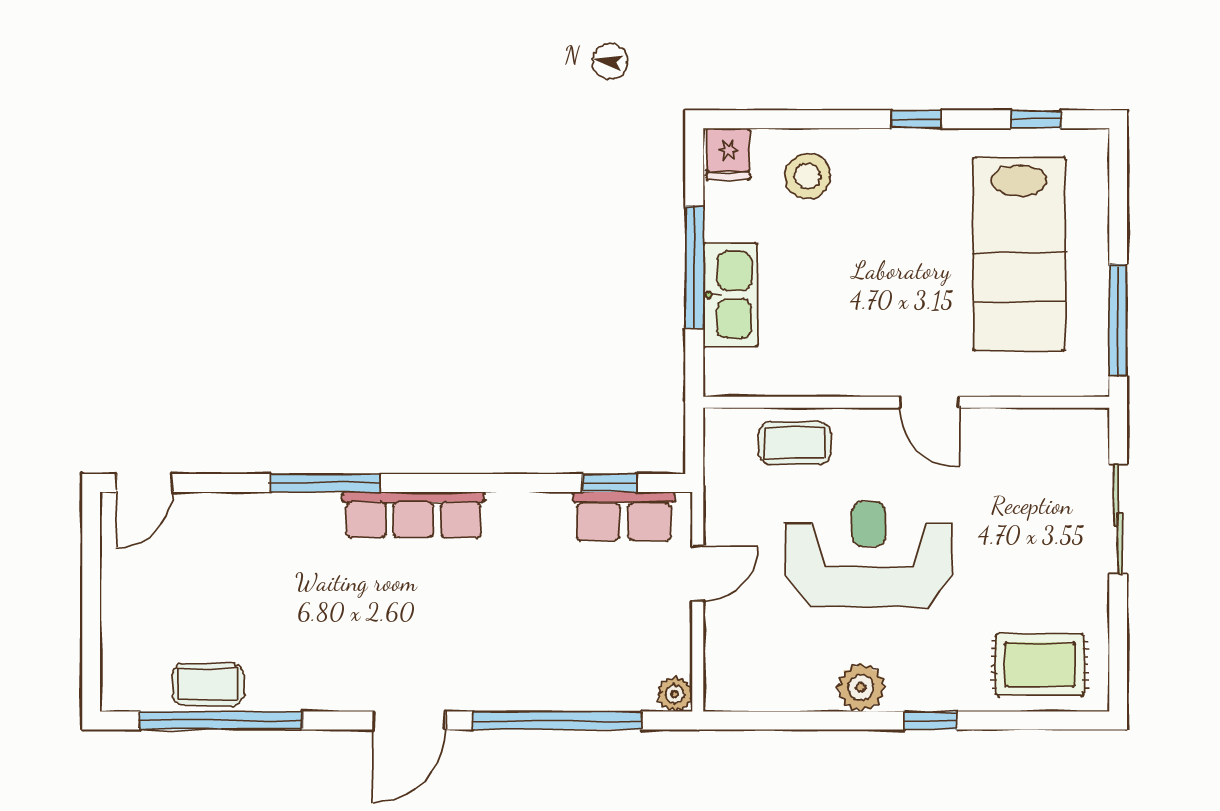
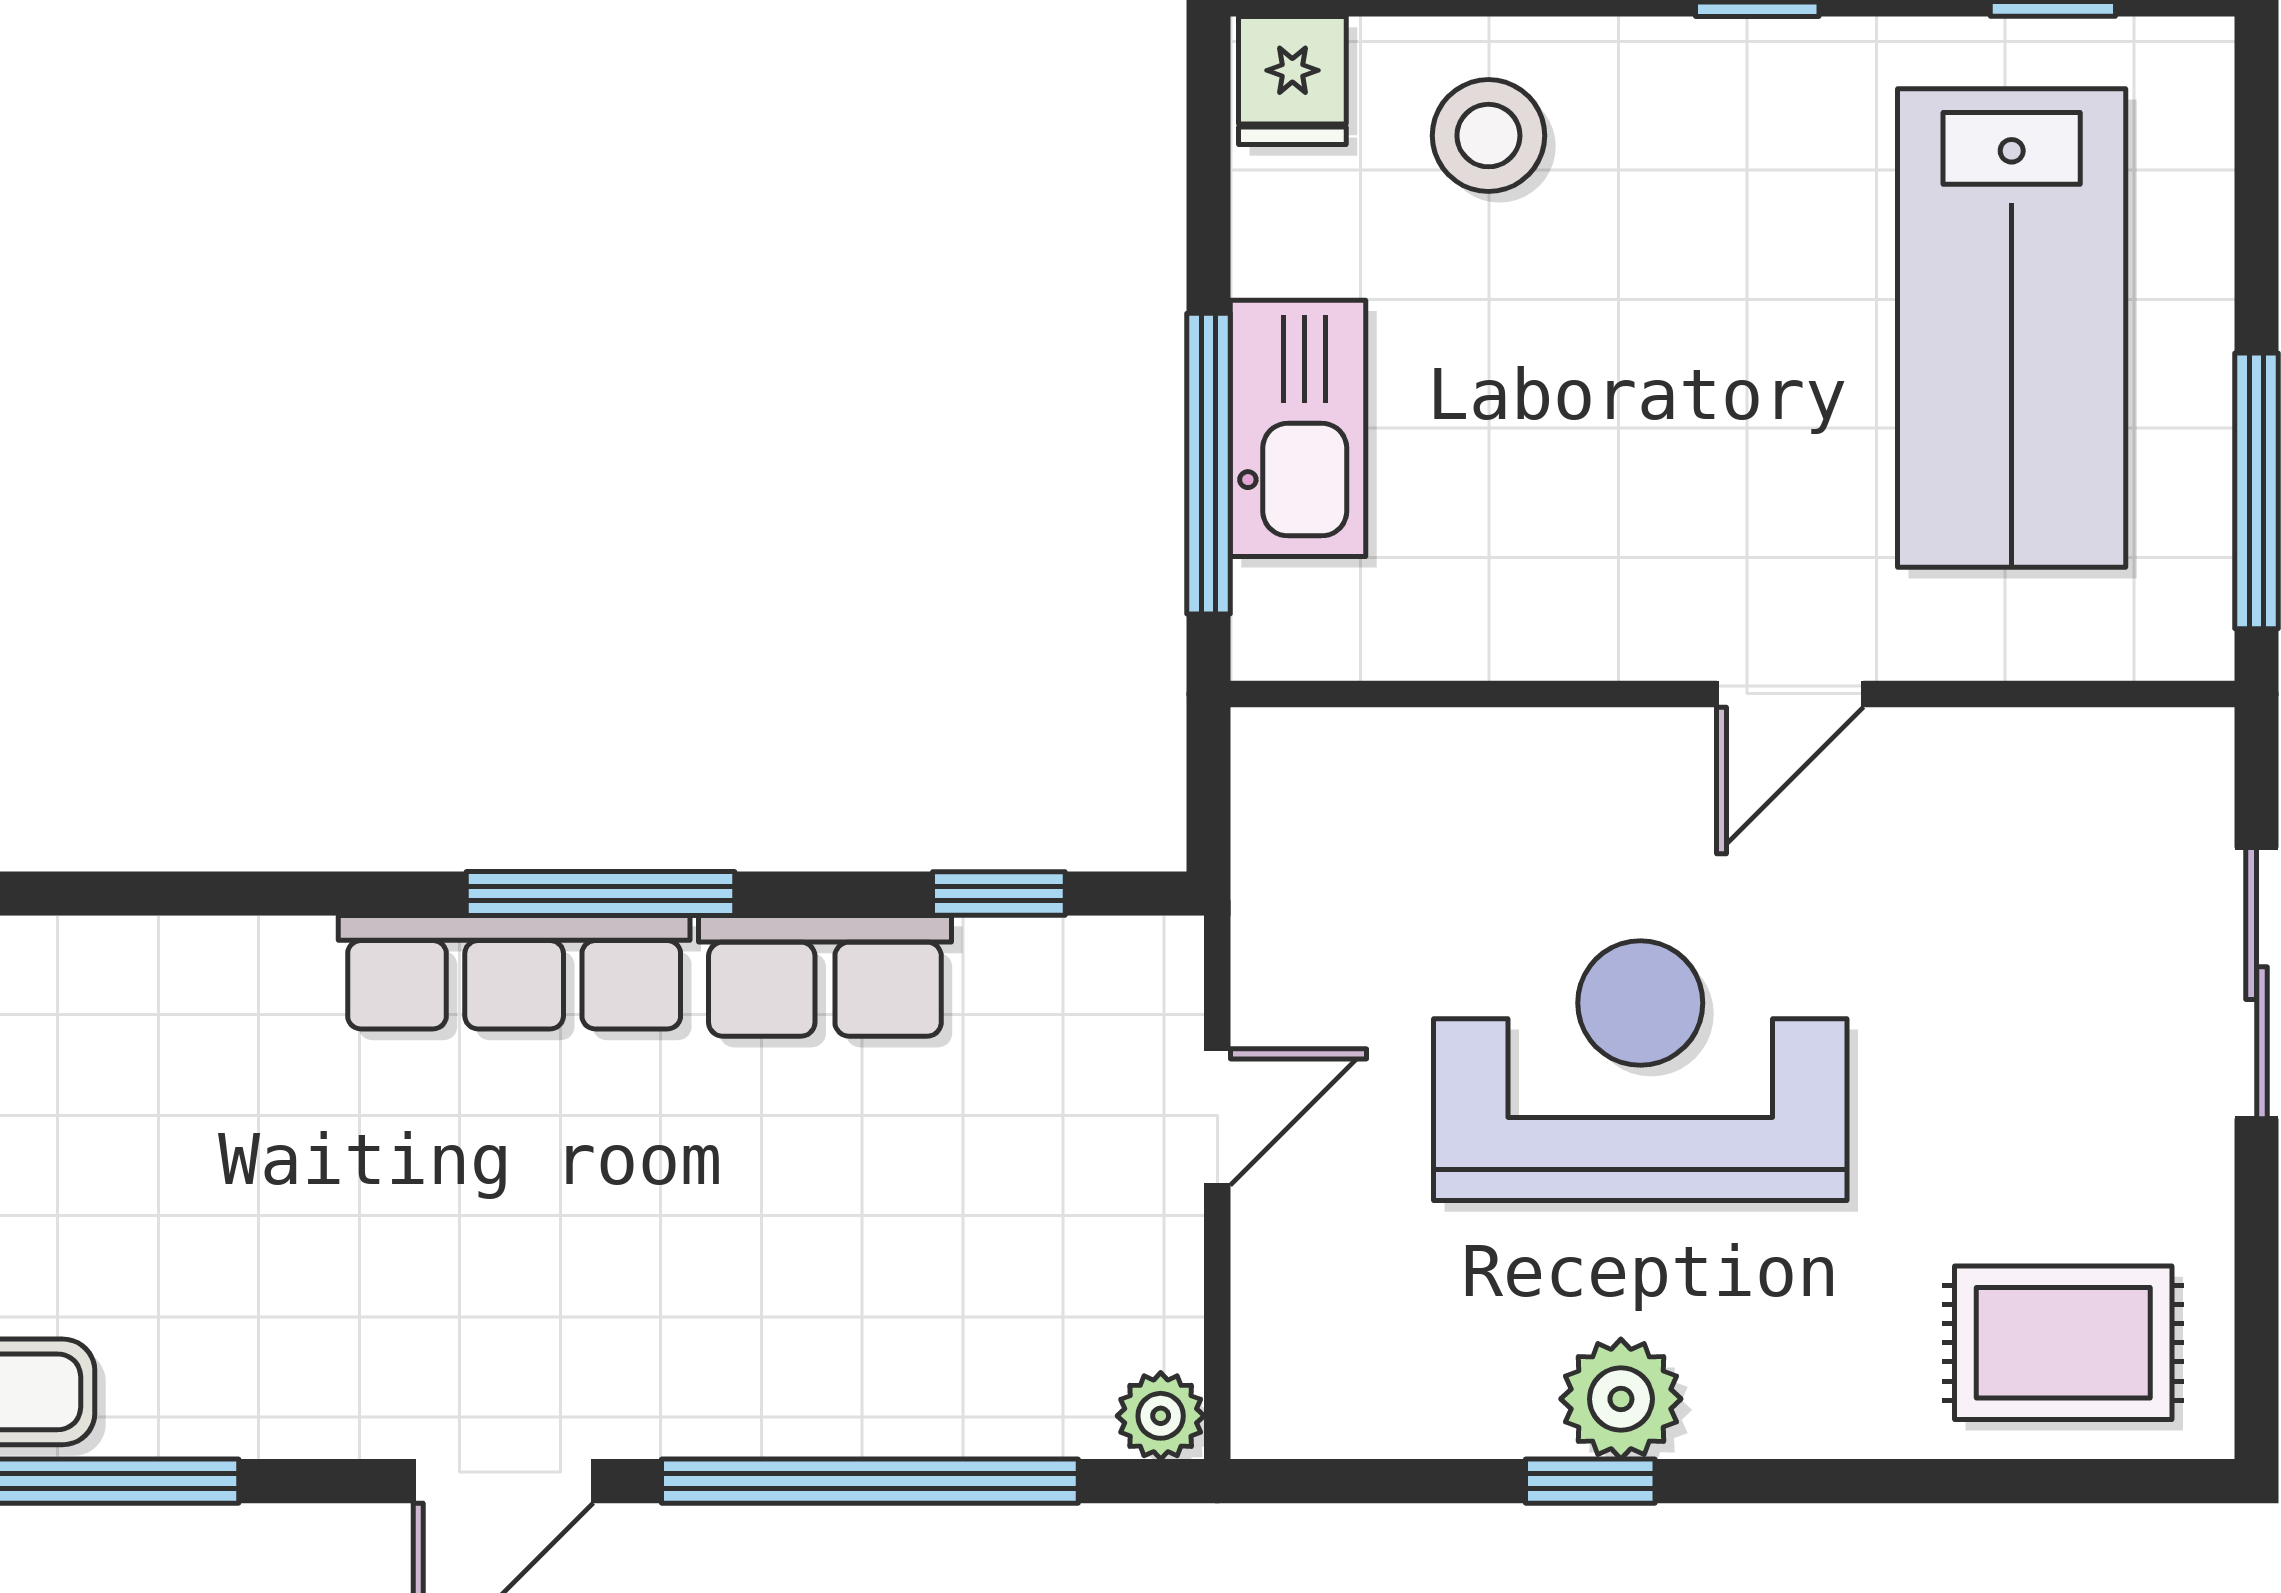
window: (694, 267) -> (1208, 464), moved
door: (929, 402) -> (1790, 694), hinge flipped
coffee table: (795, 443) -> (1457, 795), removed
window: (325, 483) -> (601, 894), moved
row of seats: (624, 516) -> (825, 976), moved
window: (930, 721) -> (1590, 1481), moved

